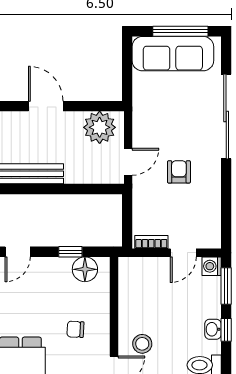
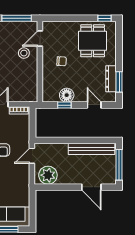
door: (46, 106) -> (91, 187), moved
door: (18, 252) -> (94, 105), hinge flipped
floor lamp: (85, 269) -> (67, 95), moved

